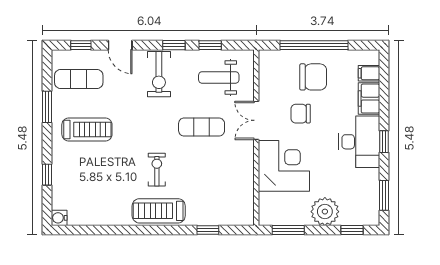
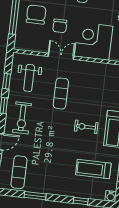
exercise bike: (159, 74) -> (22, 118), turned 90
double door: (256, 120) -> (61, 56), swing flipped
treadmill: (87, 129) -> (93, 169), moved, turned -90

